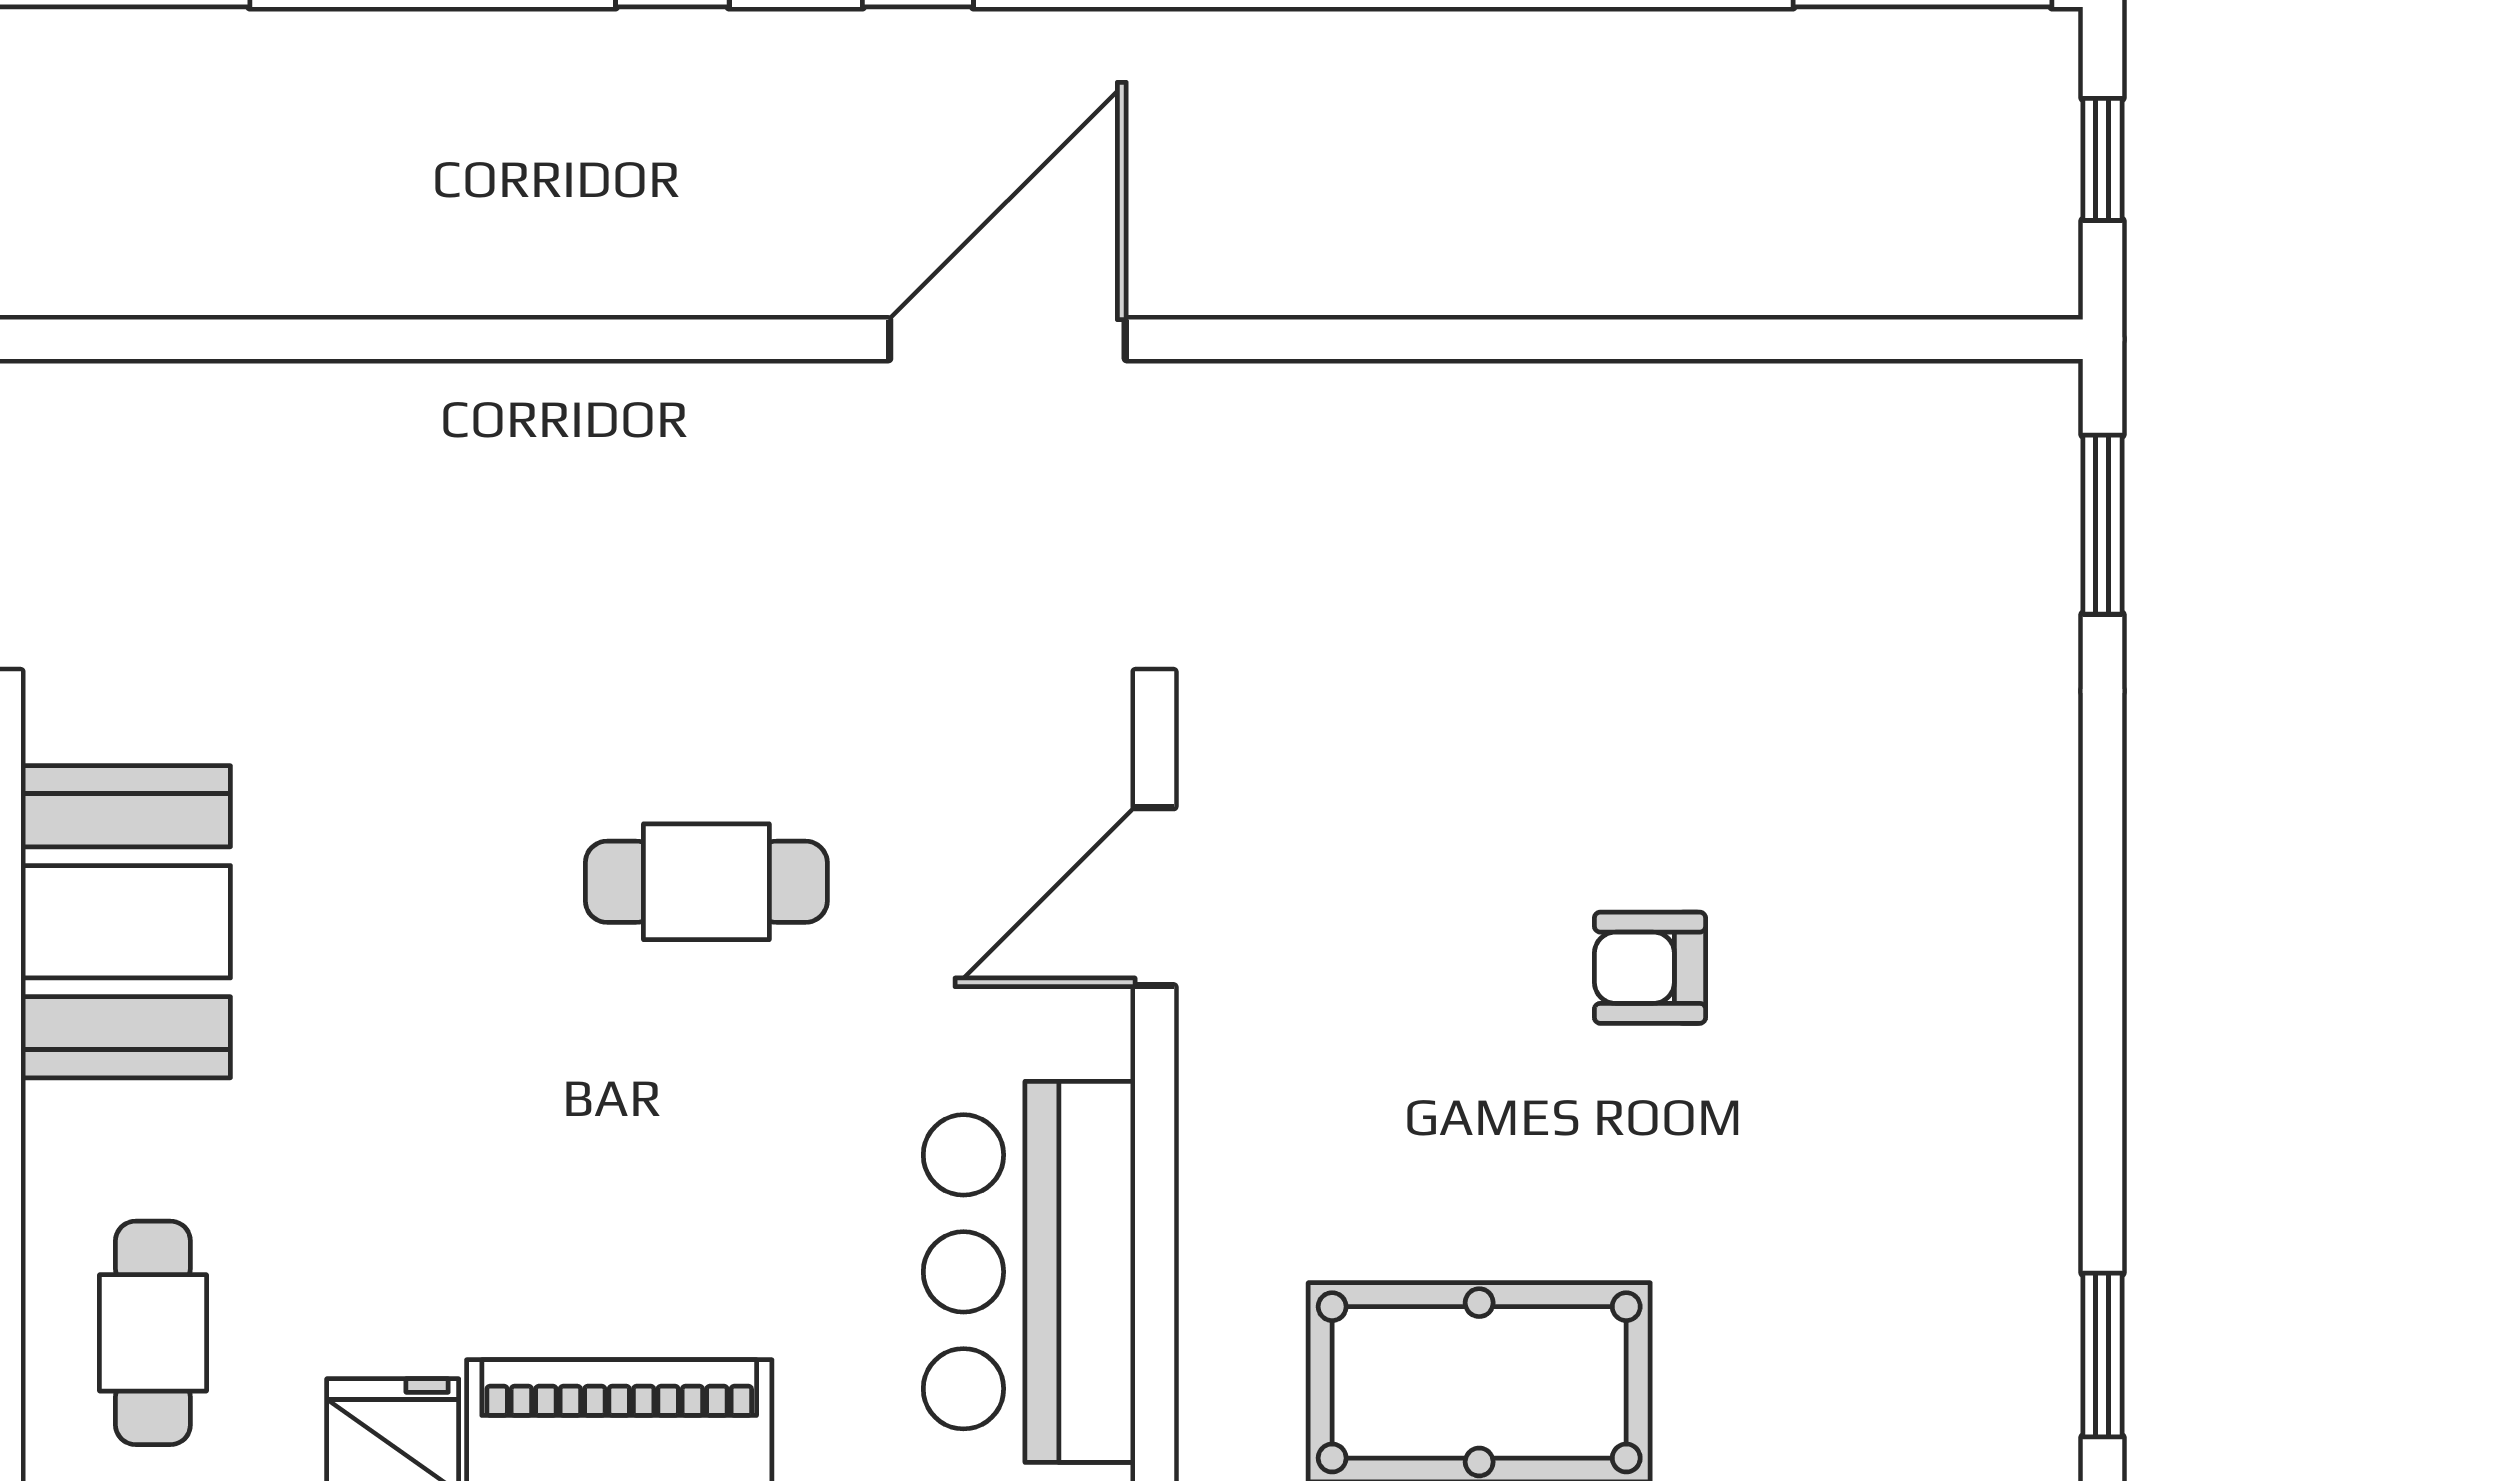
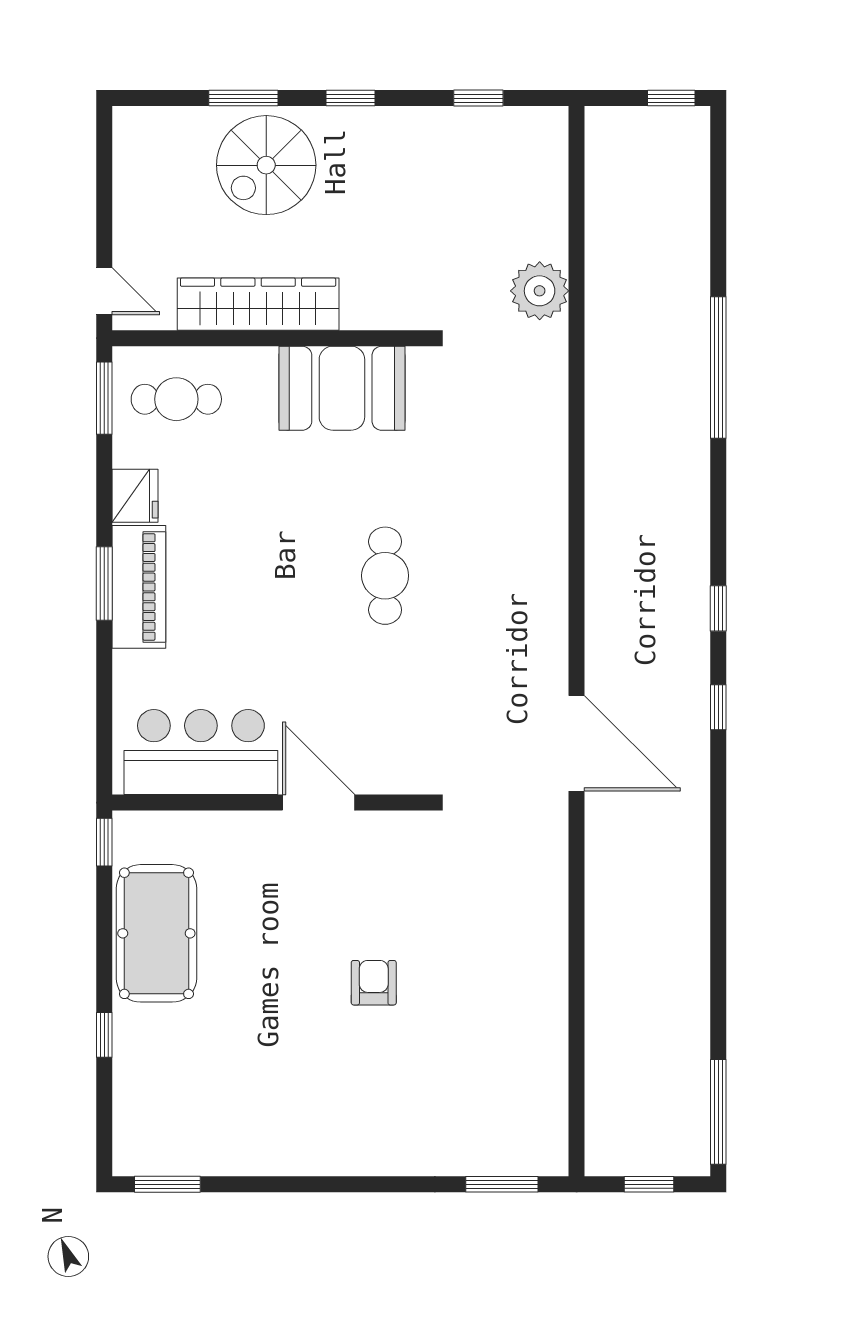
cafe table: (706, 882) -> (385, 576), moved
door: (1155, 897) -> (319, 803), moved
armchair: (1650, 968) -> (374, 983), moved

